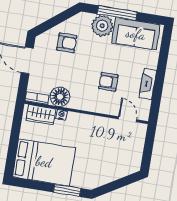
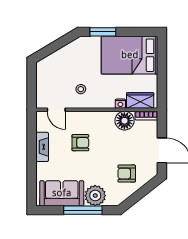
stool: (99, 136) -> (81, 89), added

